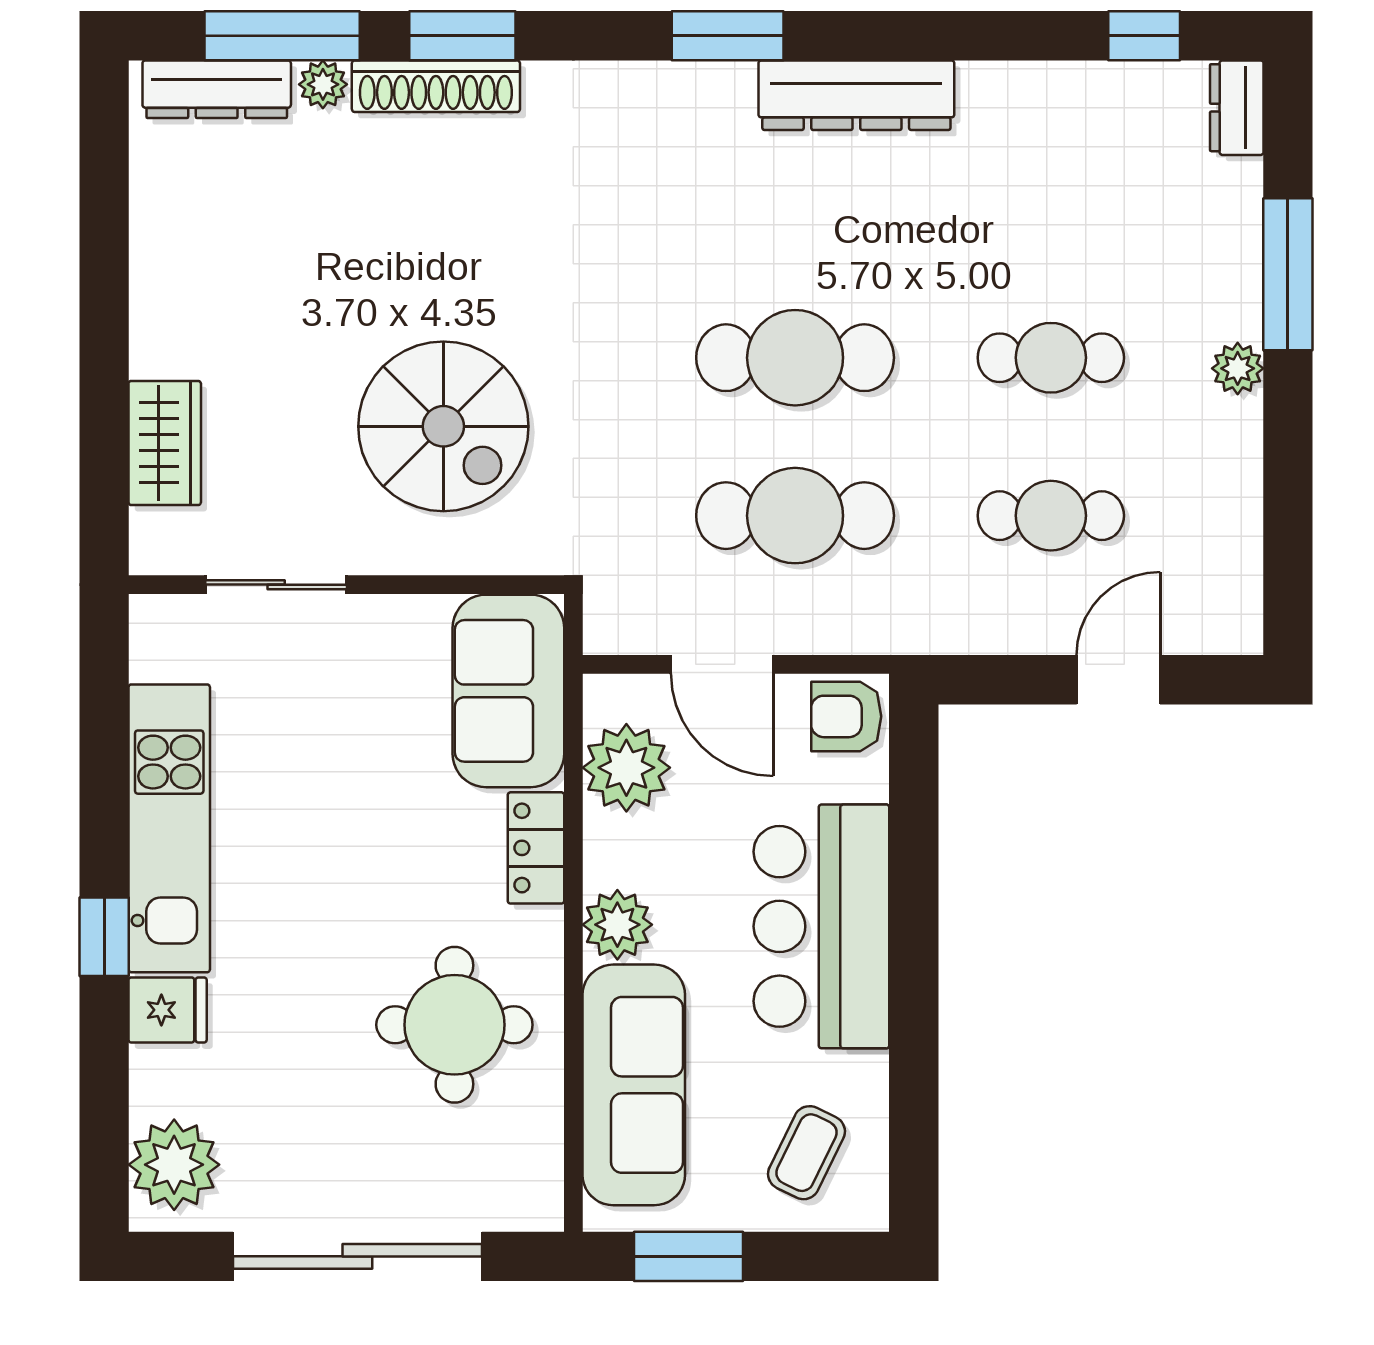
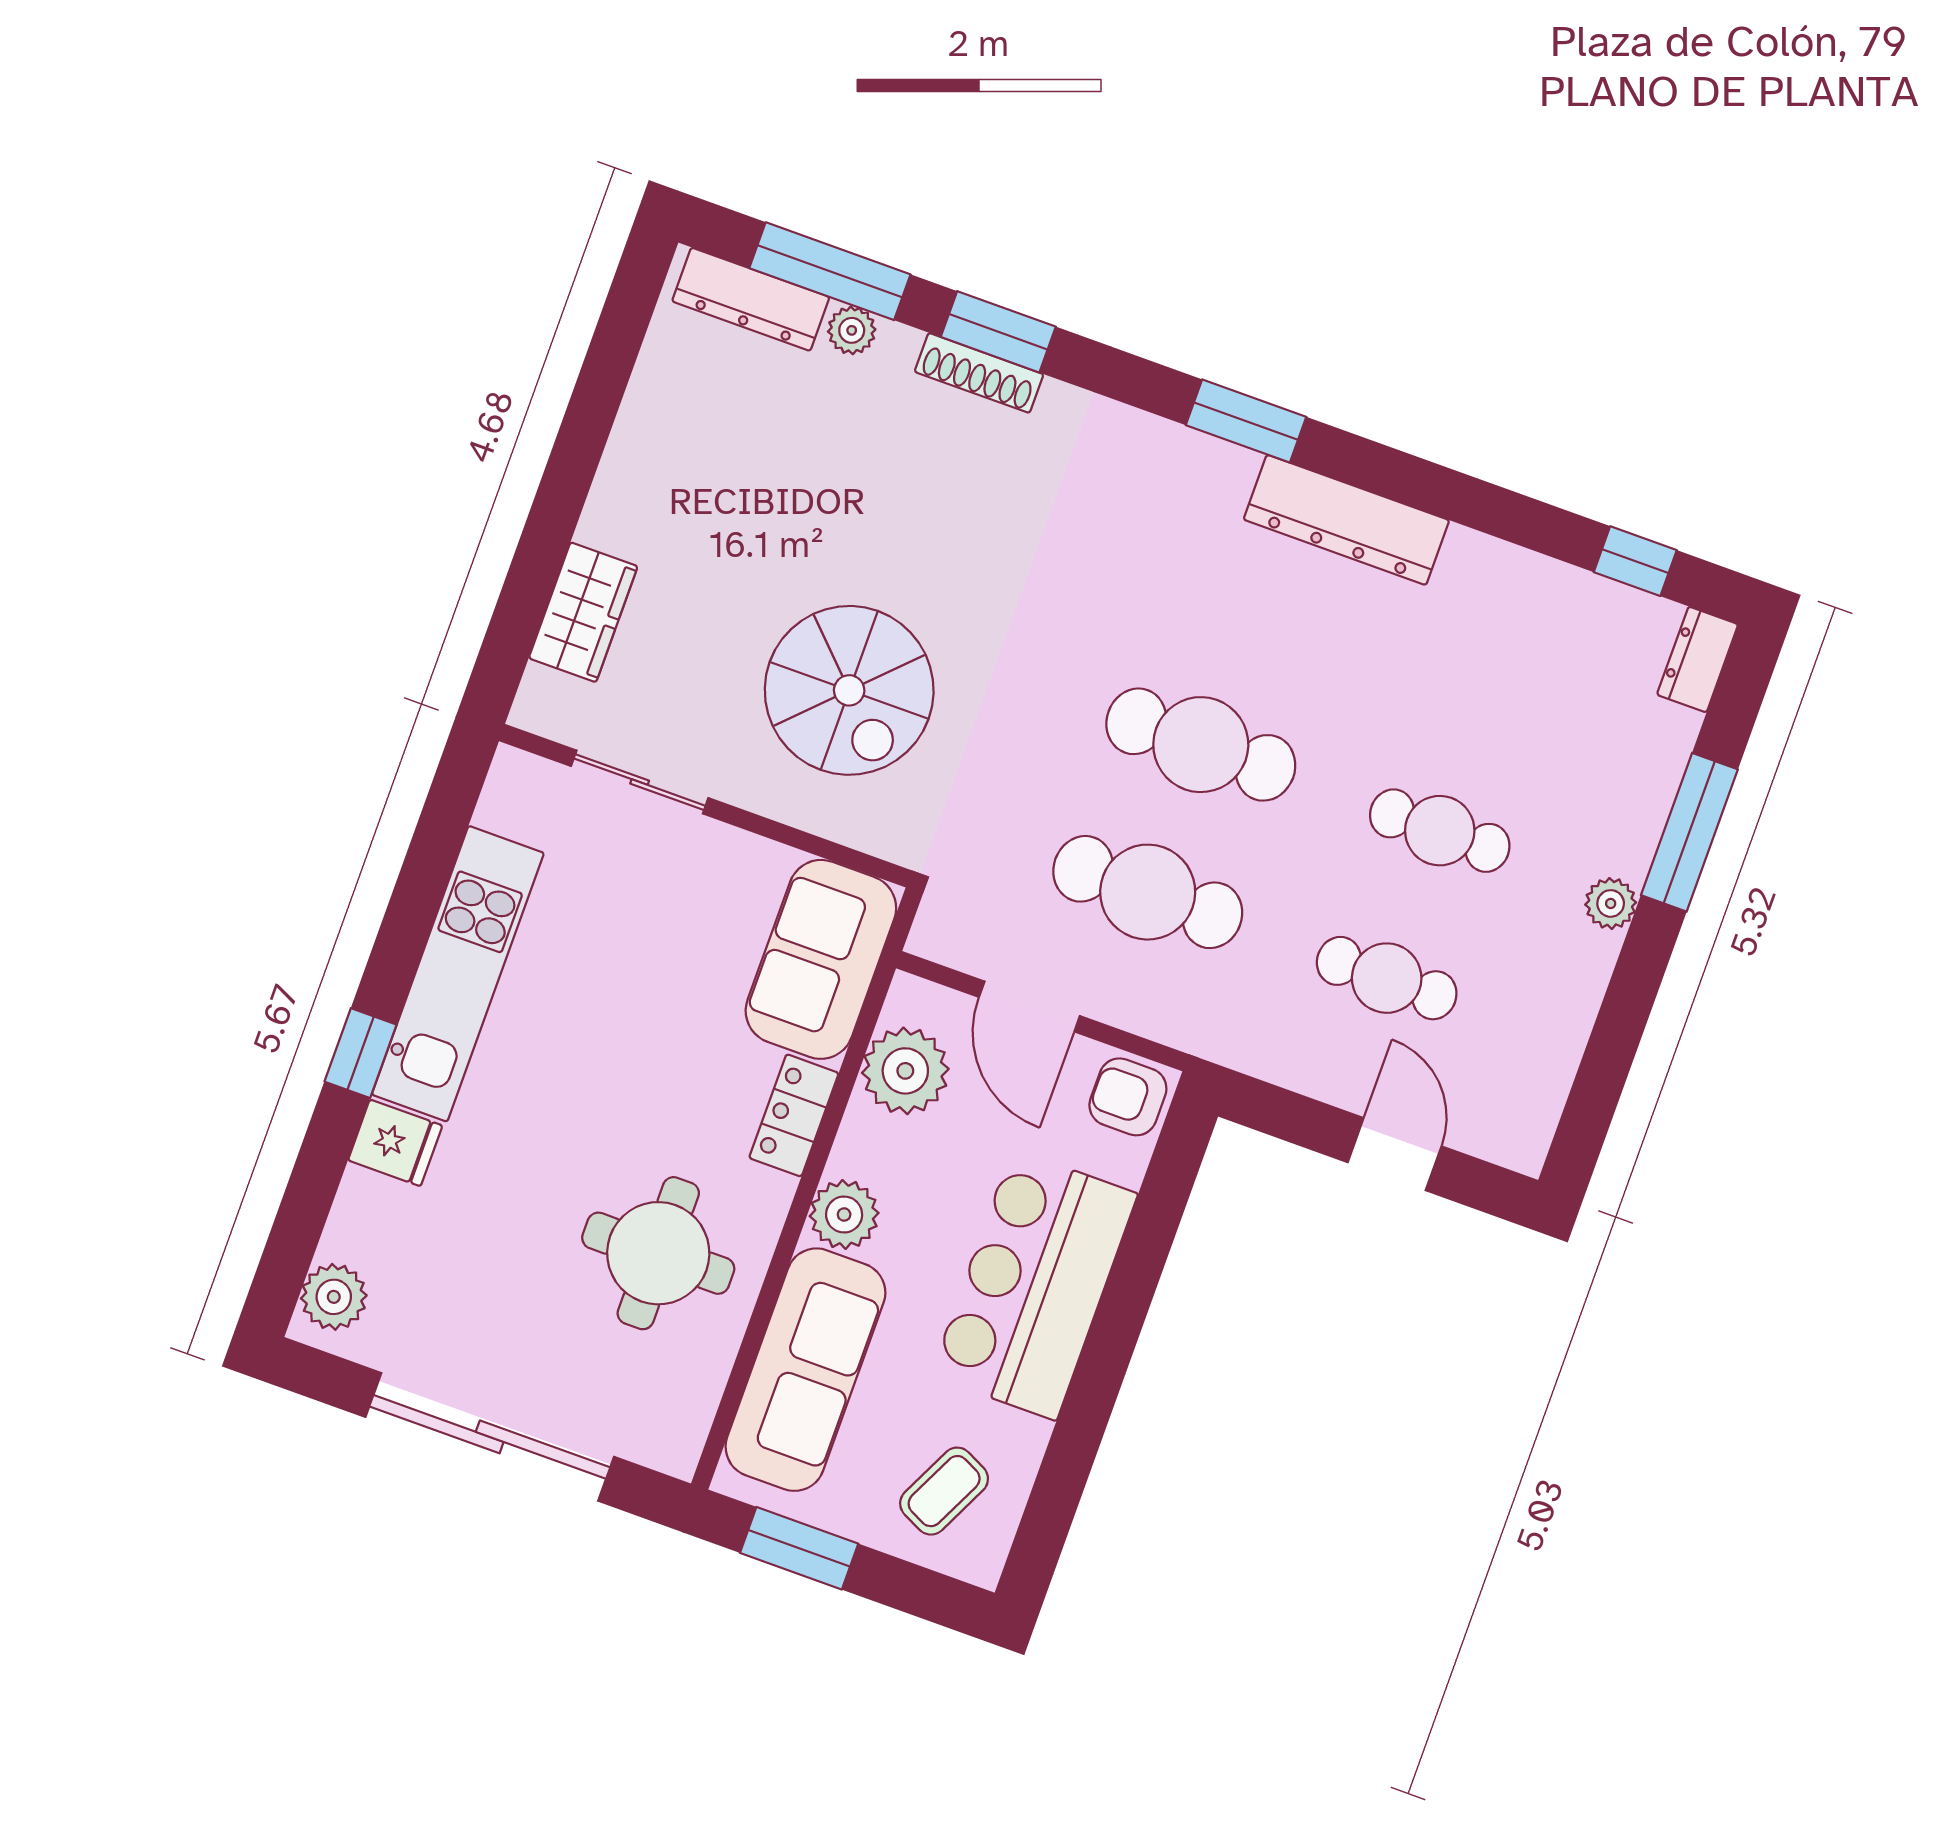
shoe rack: (436, 86) -> (979, 373), width x0.74, depth x0.81
door: (1118, 680) -> (1395, 1154), hinge flipped
plant: (174, 1165) -> (334, 1297), width x0.73, depth x0.73

